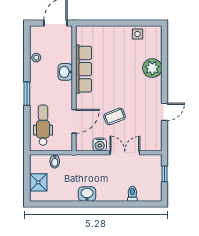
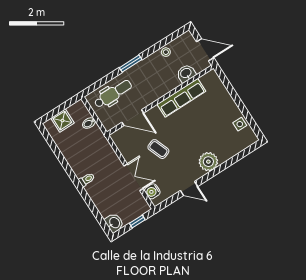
plant: (152, 68) -> (208, 162), moved
washbasin: (65, 72) -> (186, 73), moved
water cooler: (100, 145) -> (152, 191), moved
washbasin: (87, 194) -> (114, 223), moved
toilet: (132, 194) -> (87, 179), moved

